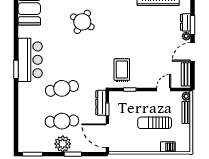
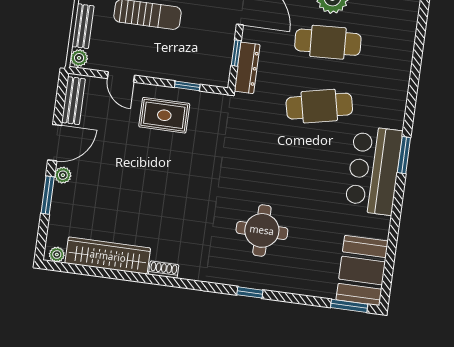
round table: (82, 22) -> (262, 230), turned -30
dresser: (186, 22) -> (61, 202), removed
rug: (122, 70) -> (164, 115), moved, turned 90
door: (164, 90) -> (121, 77), hinge flipped

